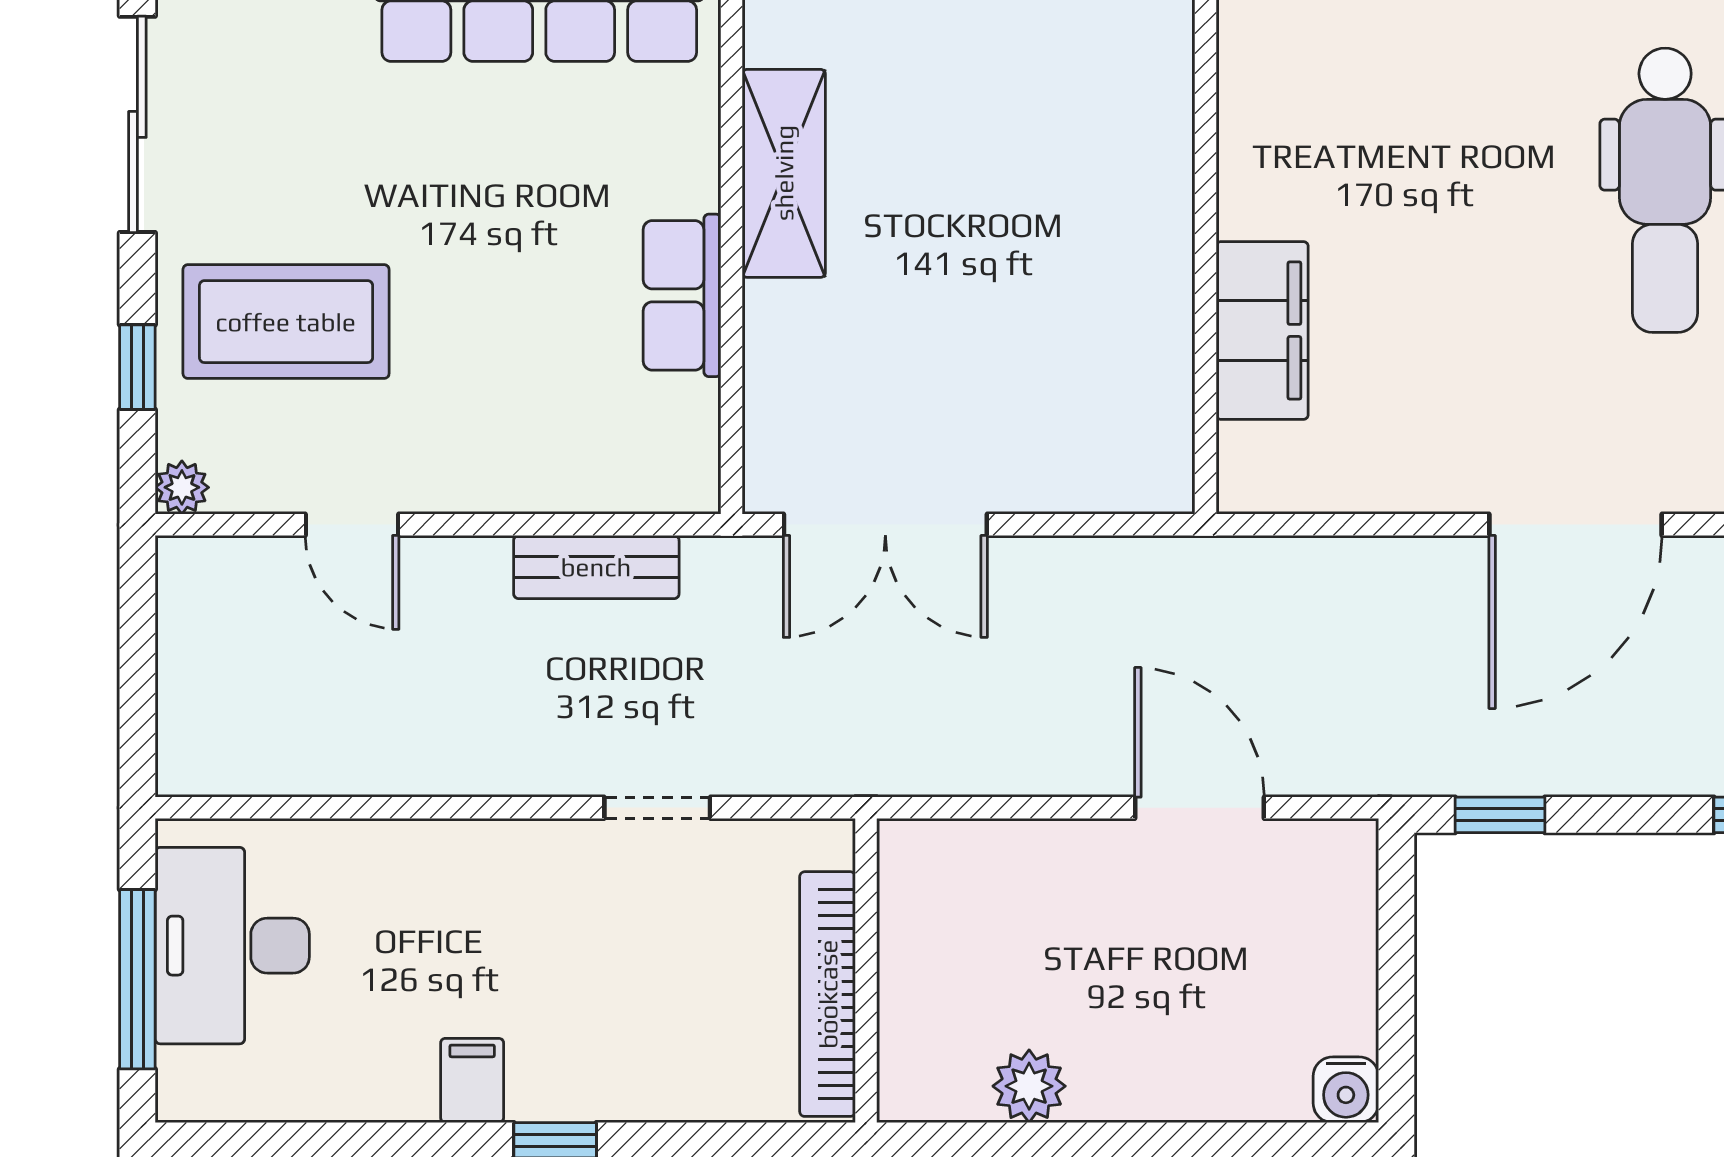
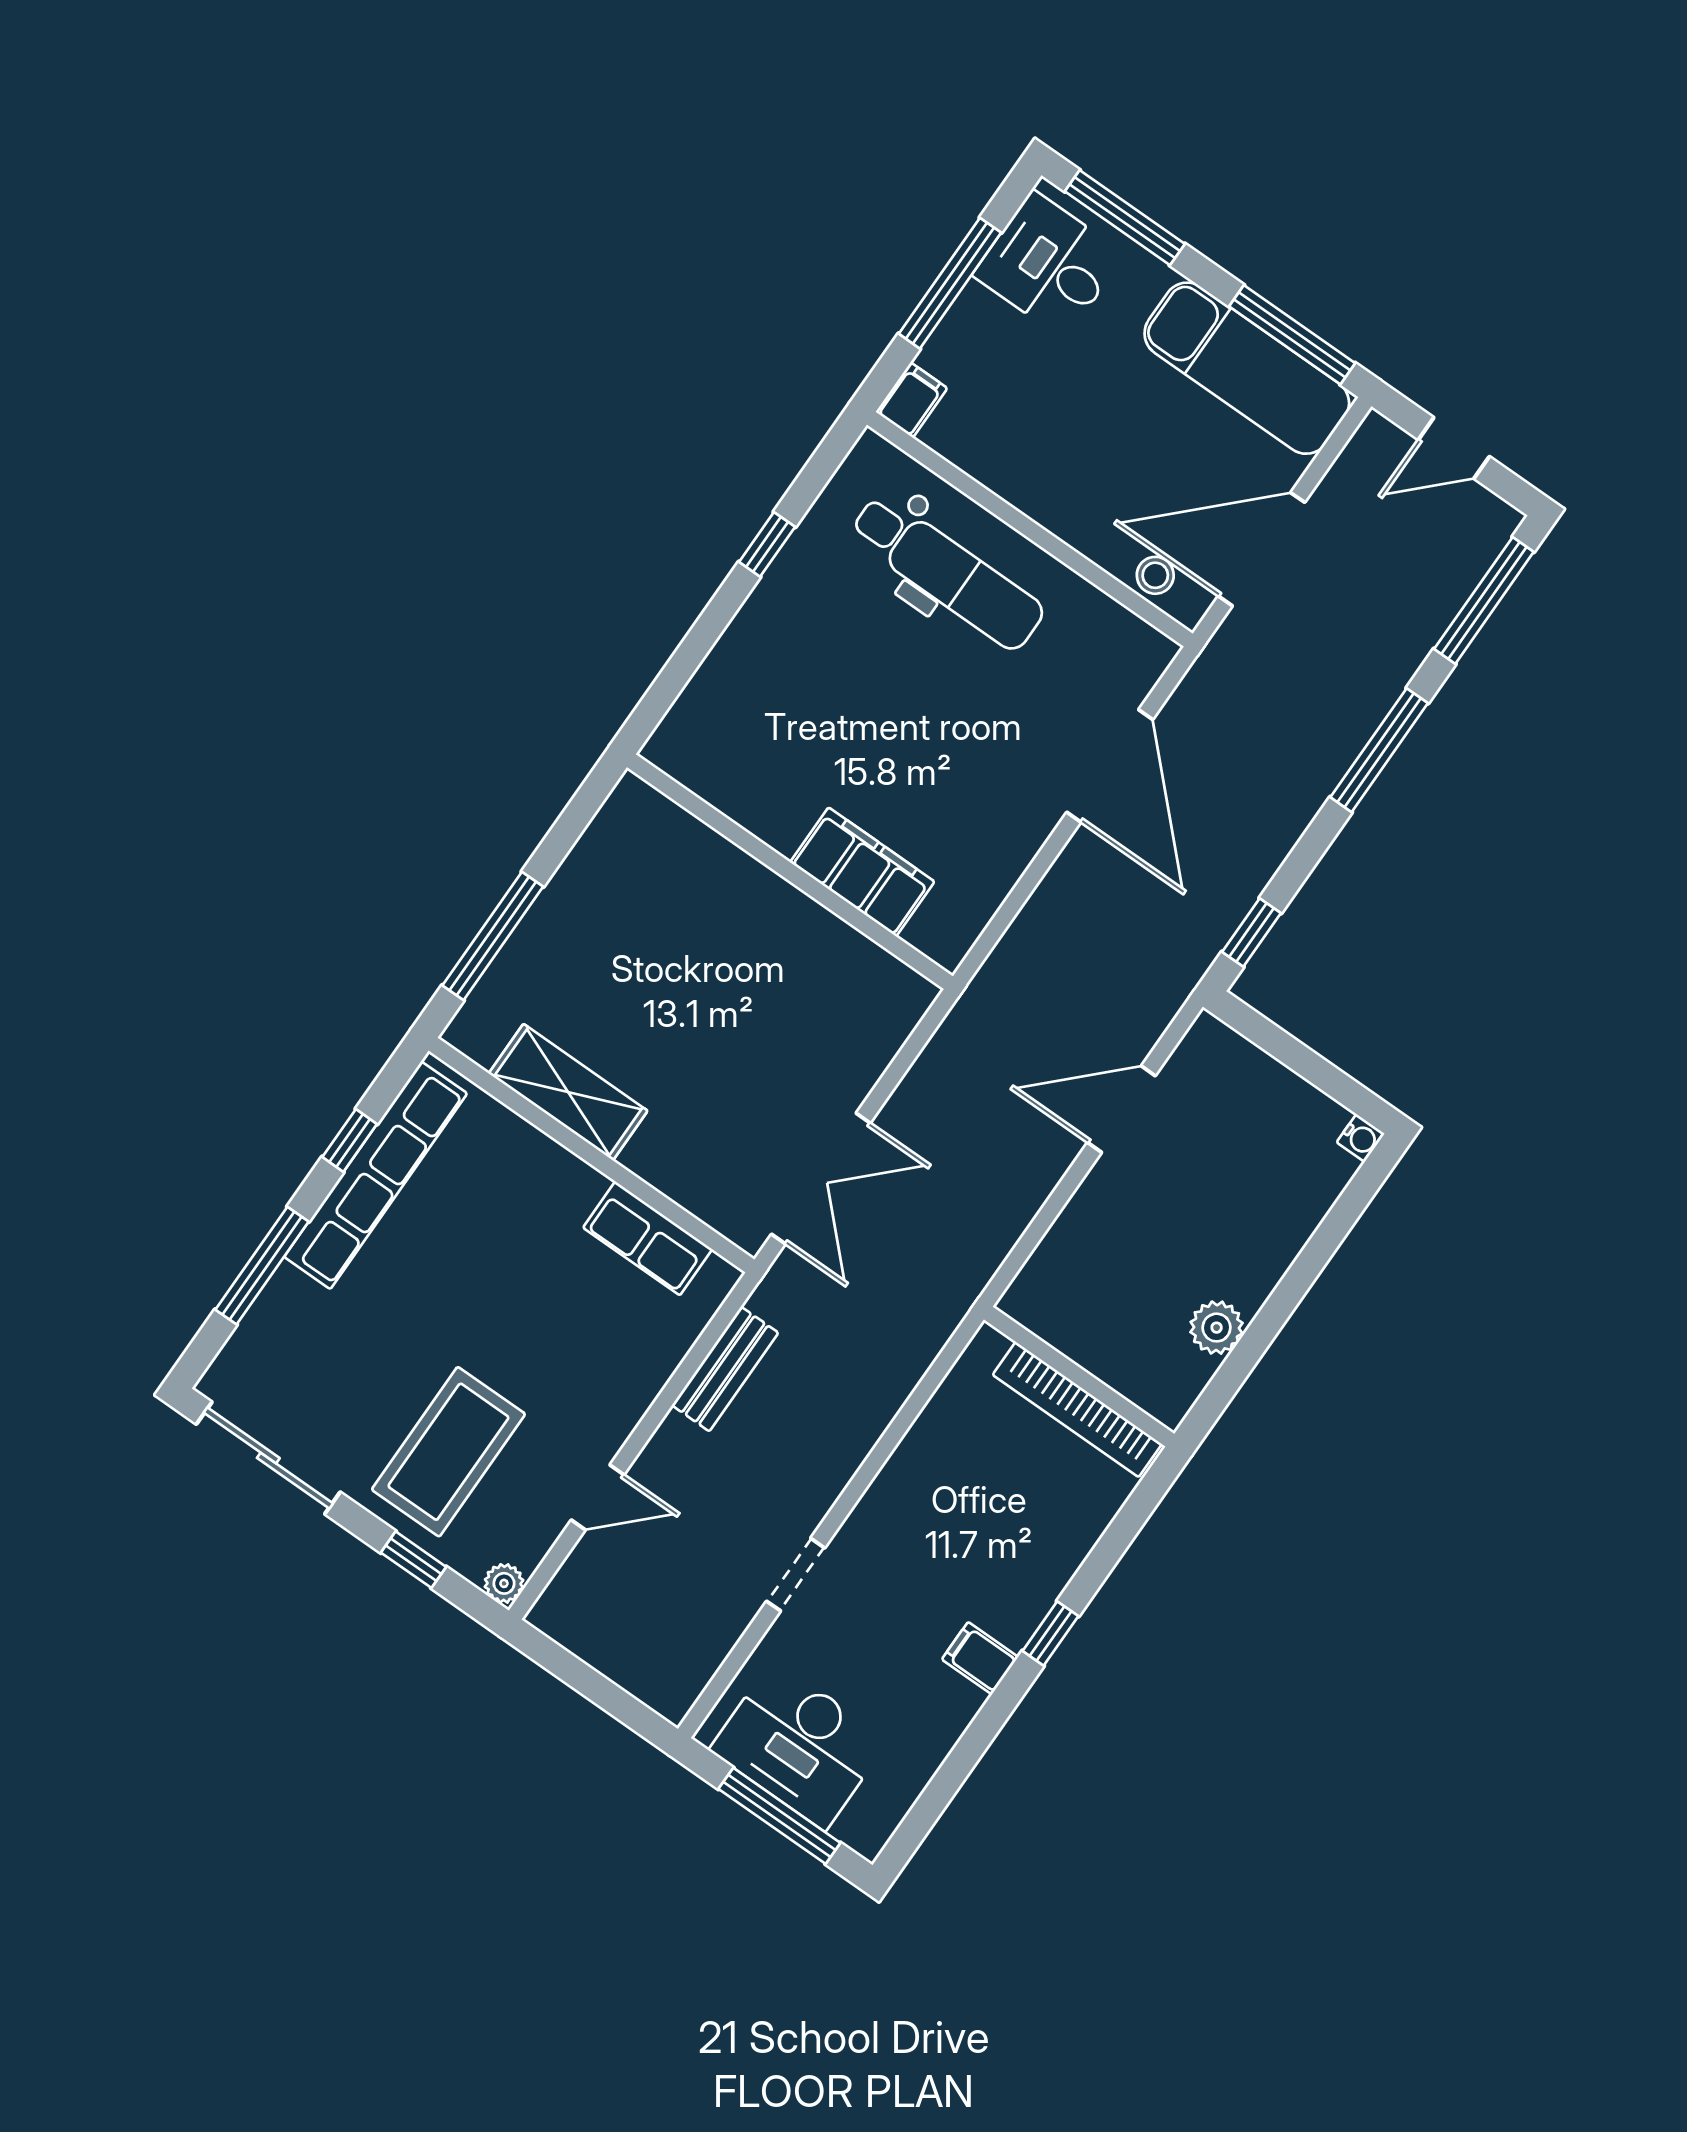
row of seats: (682, 295) -> (648, 1238), moved
doorway: (657, 808) -> (796, 1575), moved
water cooler: (1346, 1090) -> (1361, 1138), width x0.72, depth x0.72

